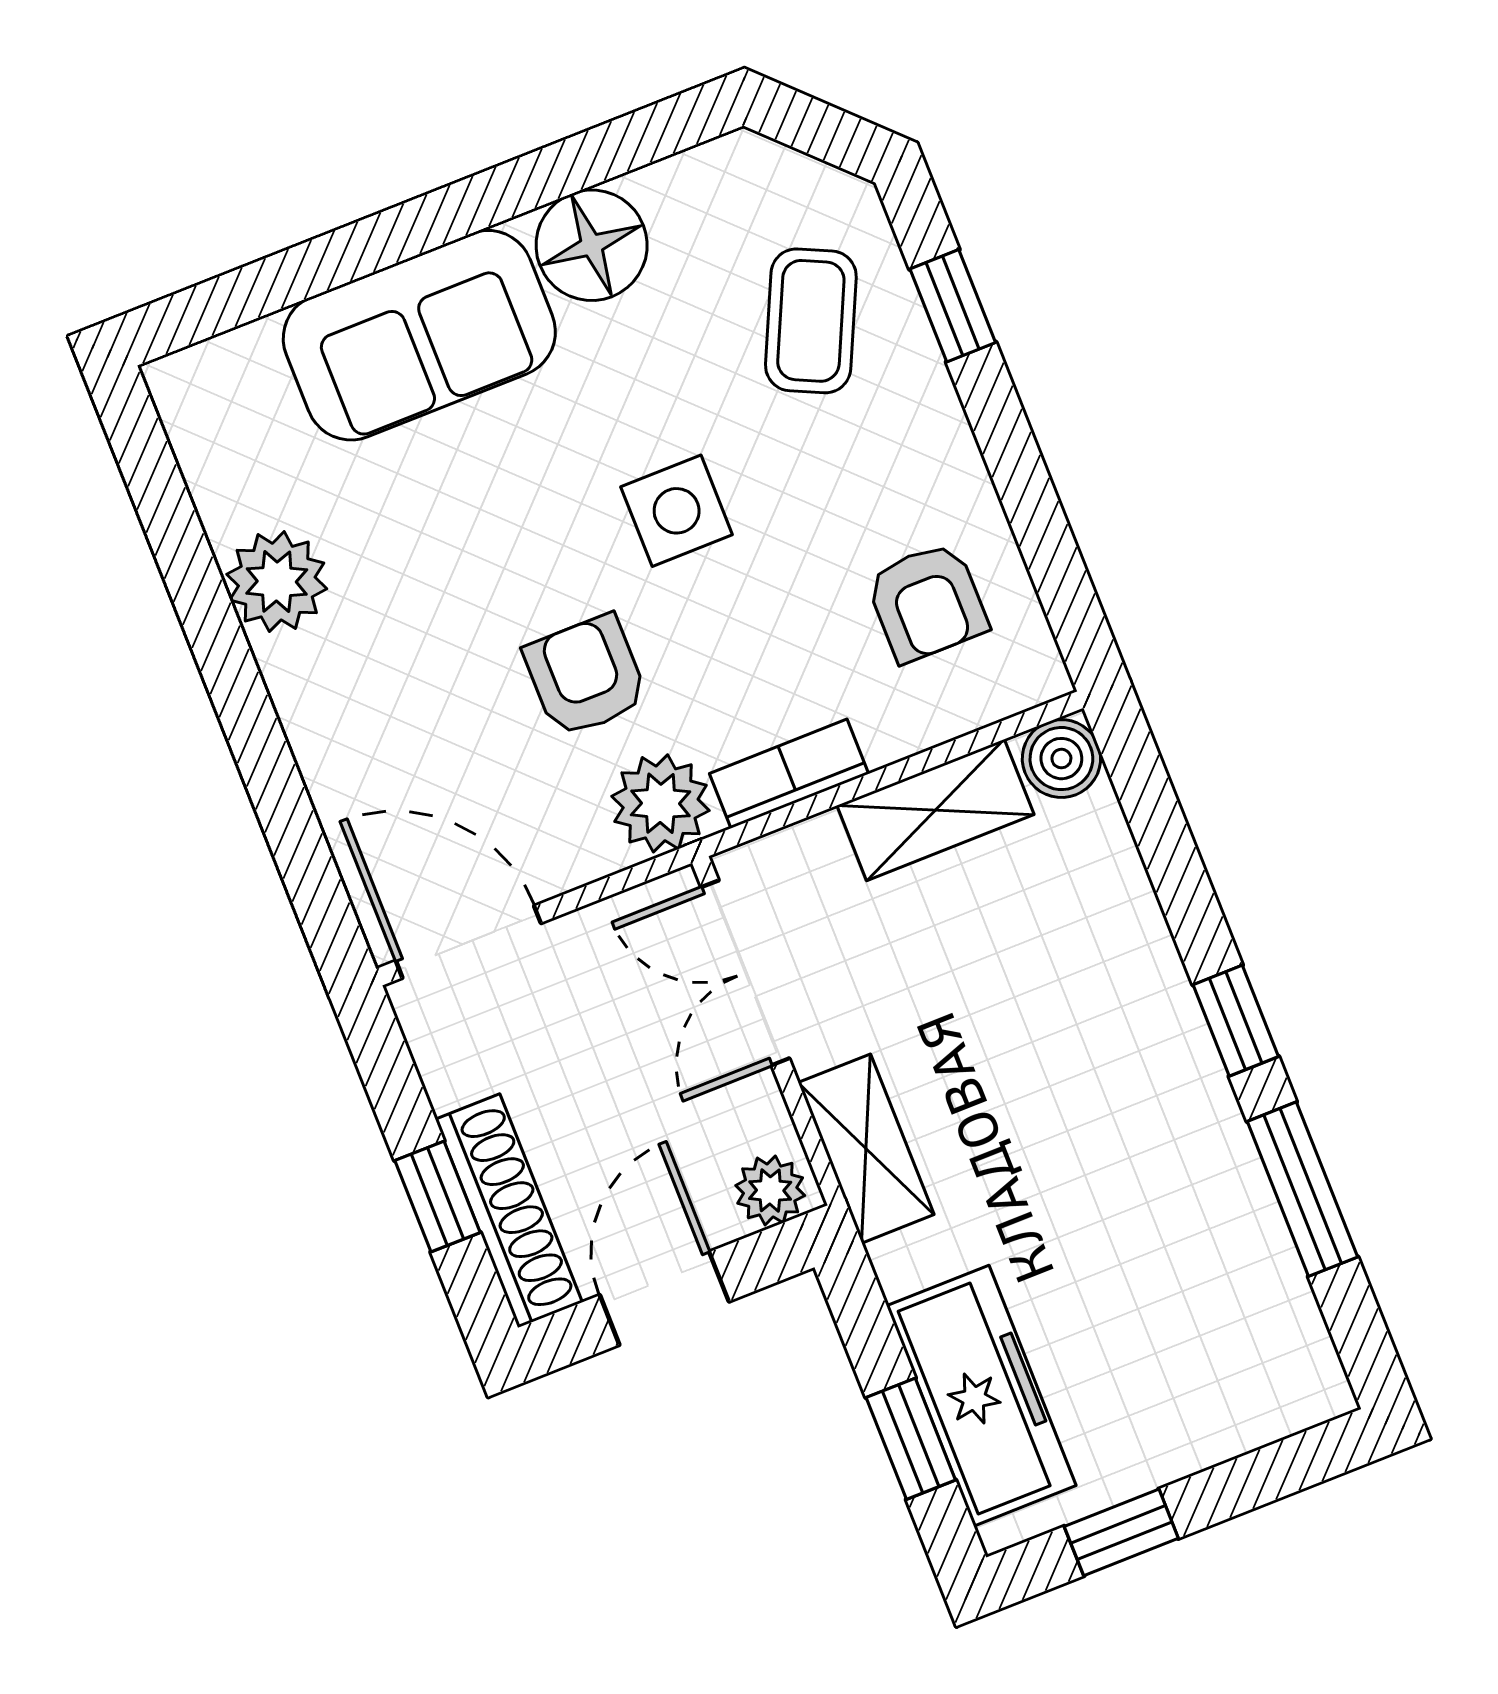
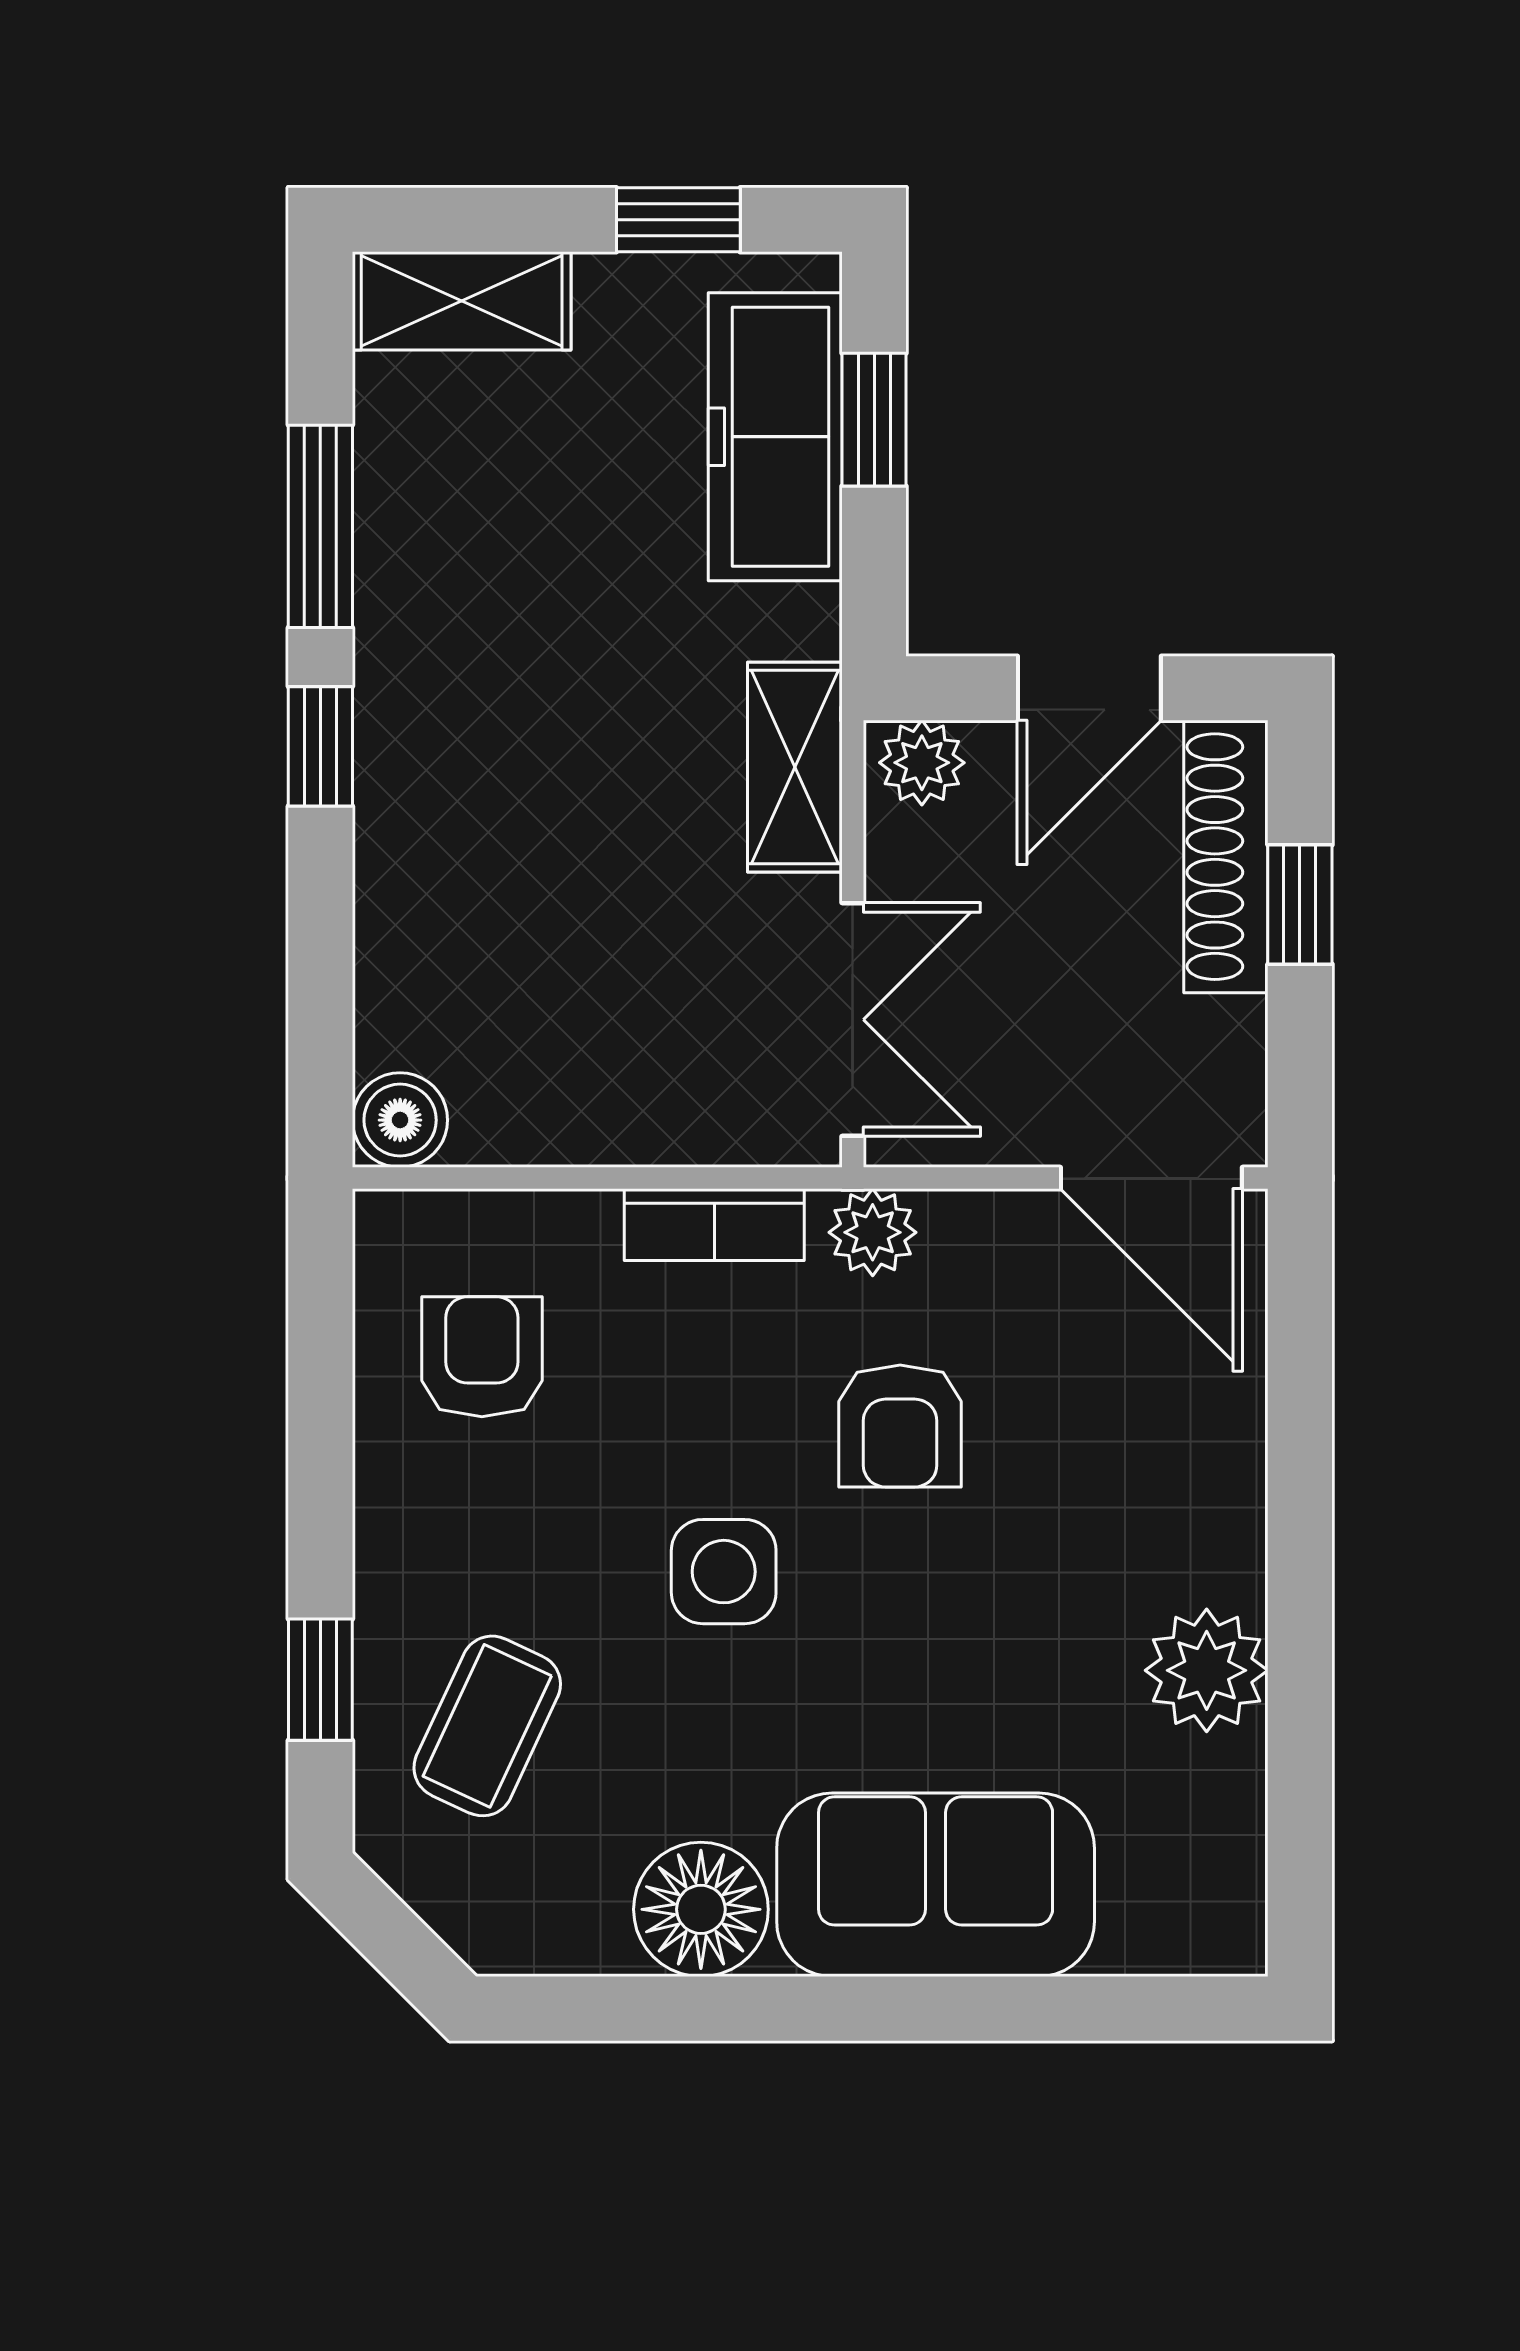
plant: (661, 803) -> (873, 1232), width x0.73, depth x0.73
shelving: (935, 810) -> (462, 301), moved

